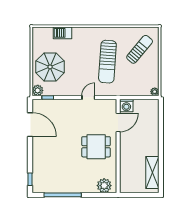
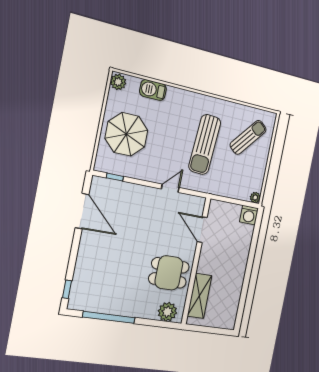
plant: (38, 90) -> (118, 82), moved
washing machine: (126, 105) -> (249, 215), moved
door: (118, 122) -> (202, 230), swing flipped
dining table: (96, 147) -> (169, 273), moved
shelving: (152, 172) -> (199, 296), moved

